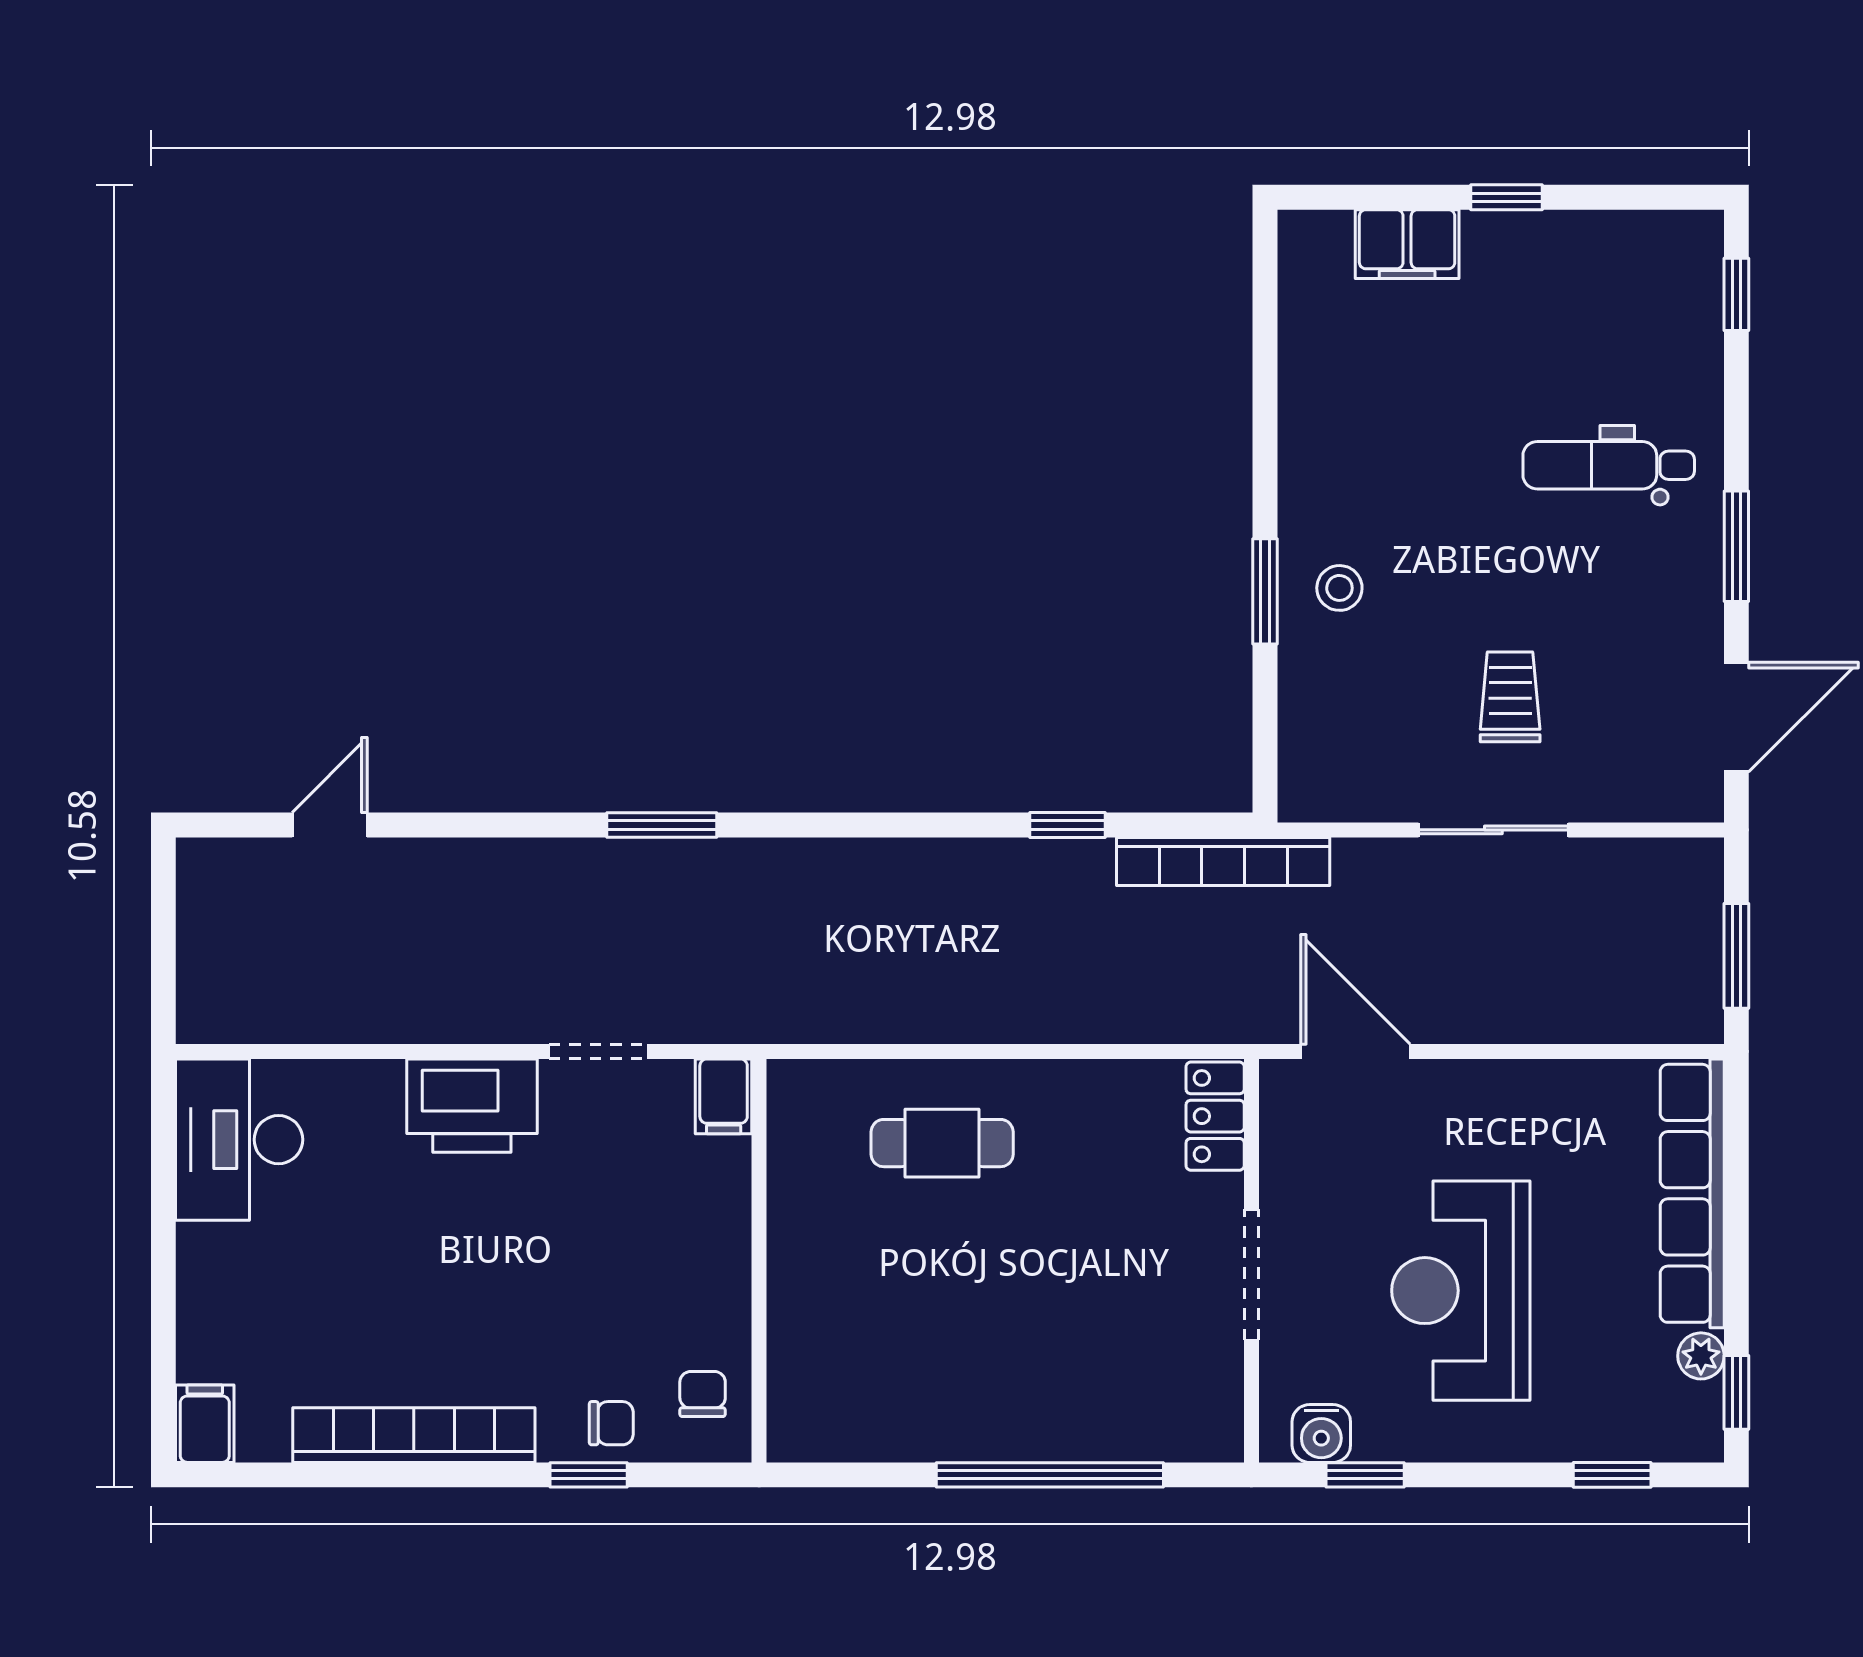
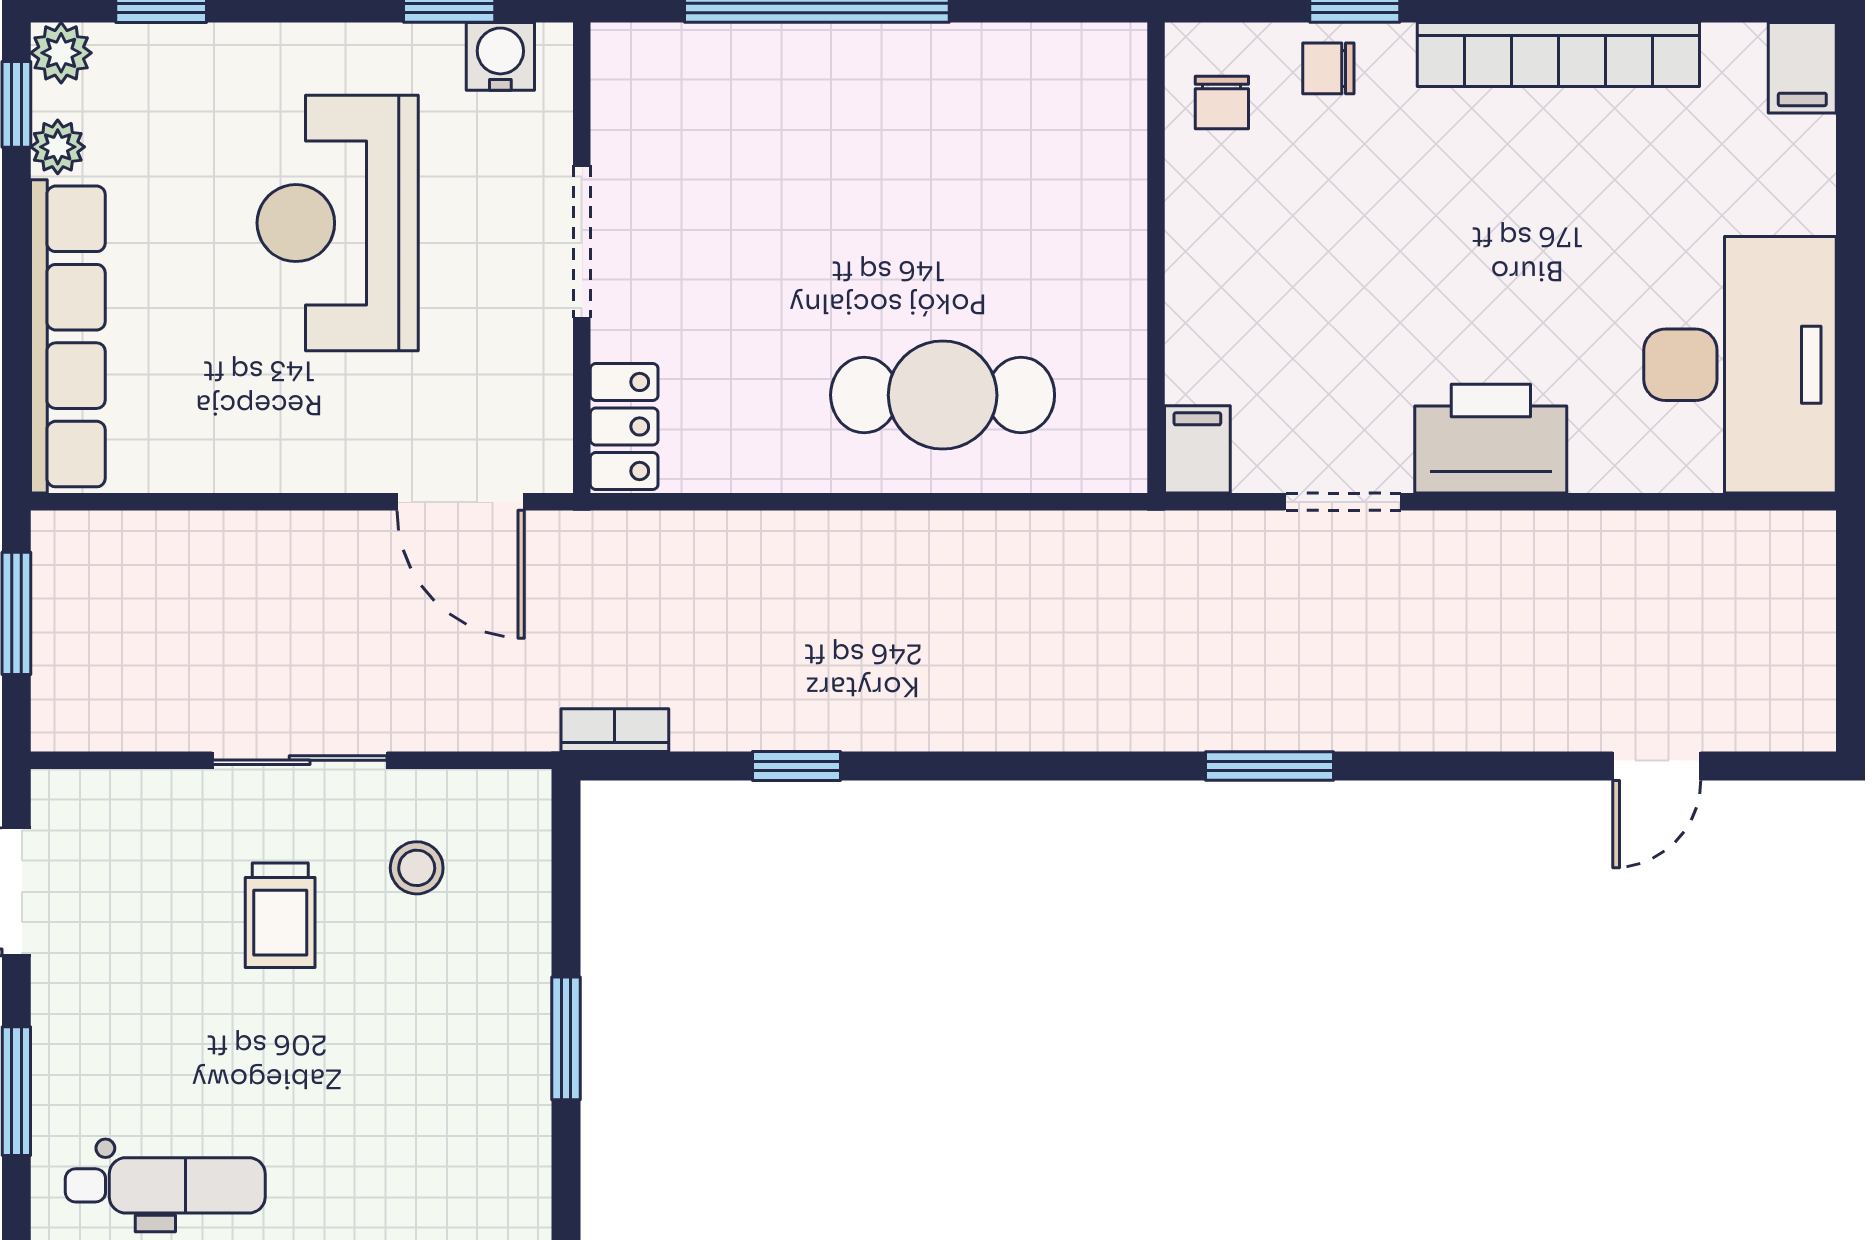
stool: (1339, 588) -> (417, 868), moved
bookcase: (1223, 861) -> (615, 730), width x0.43, depth x0.76
desk: (239, 1140) -> (1740, 365), width x1.36, depth x1.30
cafe table: (942, 1143) -> (943, 395), width x1.37, depth x1.35
reception desk: (1461, 1291) -> (338, 223), turned 180
plant: (1698, 1437) -> (61, 53), added

